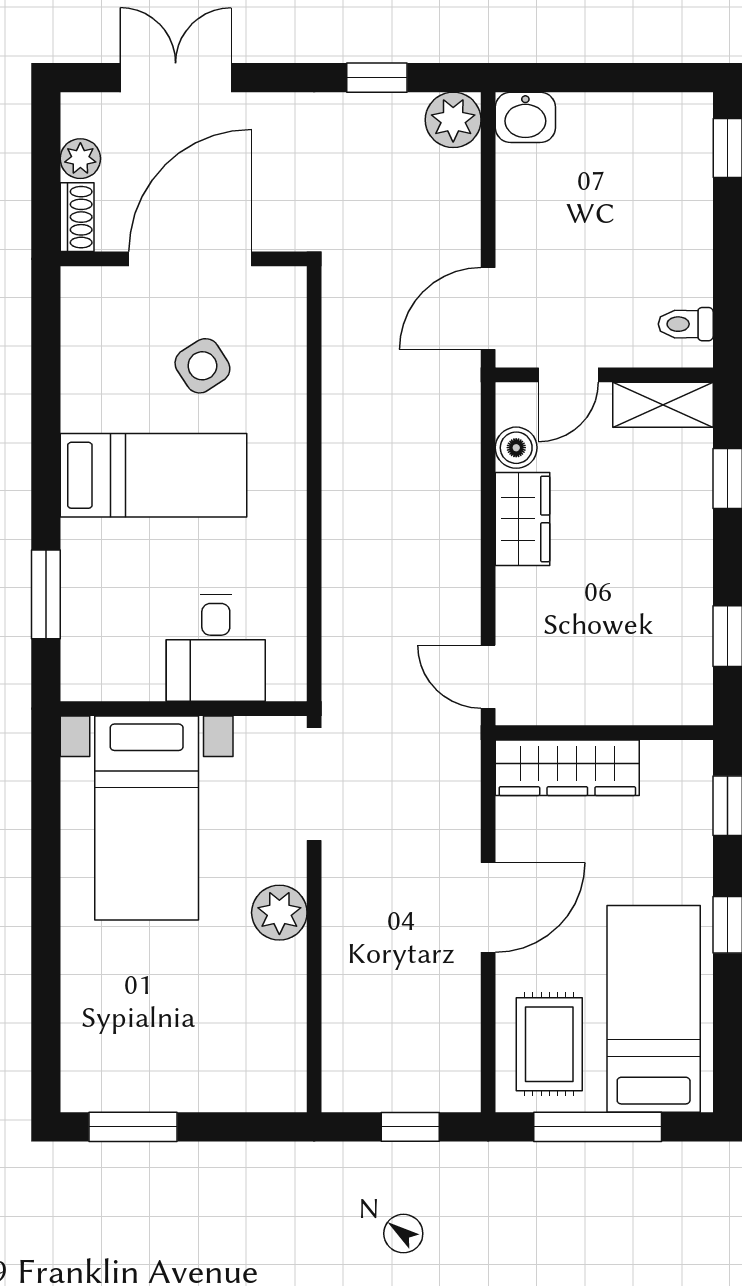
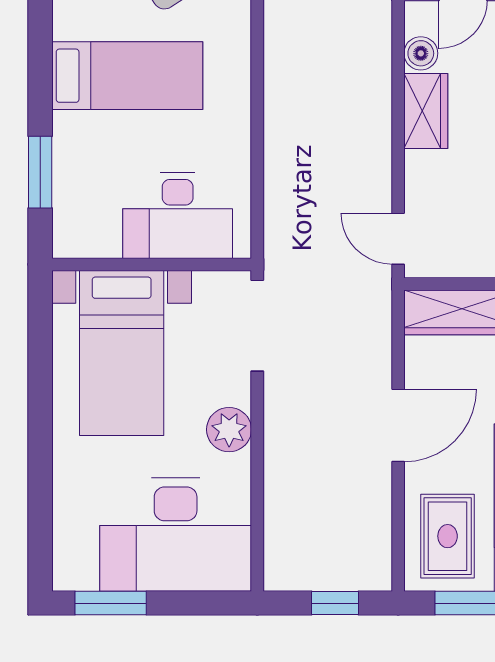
desk: (216, 648) -> (178, 216), width x1.37
desk: (213, 1042) -> (176, 535), added

